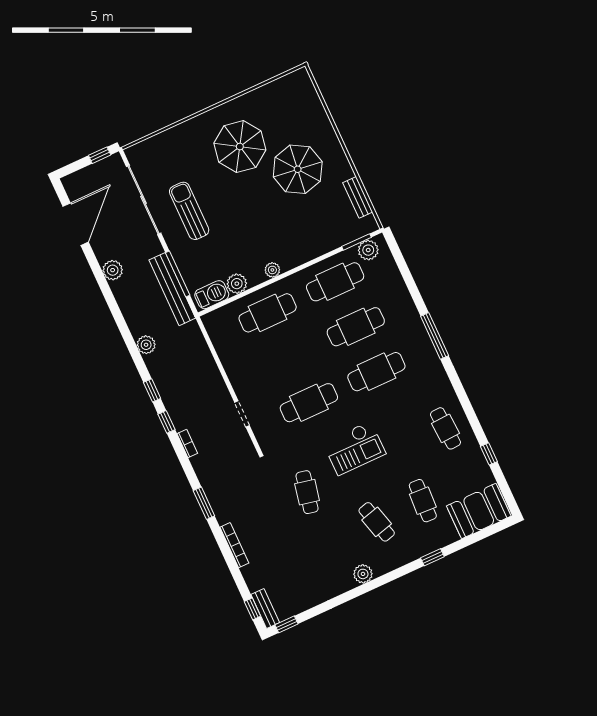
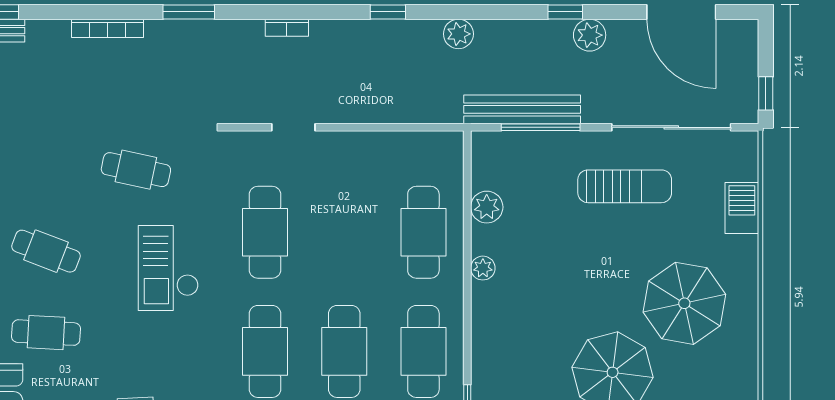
barbecue: (212, 295) -> (742, 208), moved, turned 180
window: (166, 422) -> (565, 12), moved
cafe table: (377, 522) -> (46, 251), turned 36

